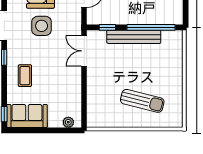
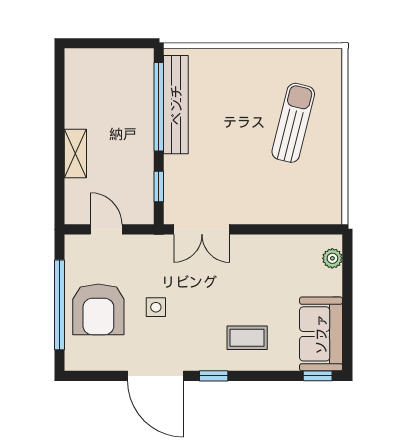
side table: (42, 26) -> (156, 307), width x0.54, depth x0.54
bench: (134, 37) -> (176, 105), moved

